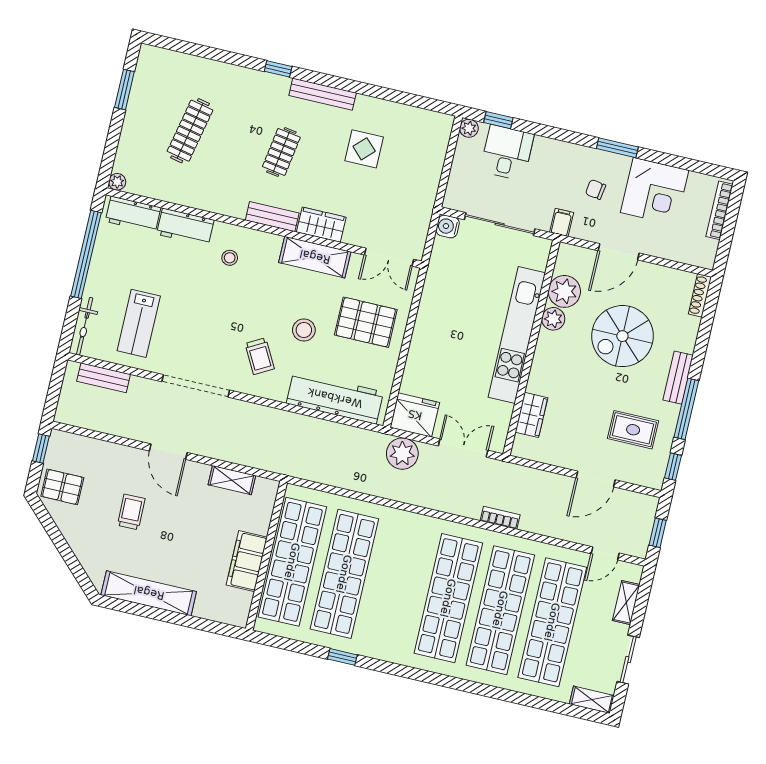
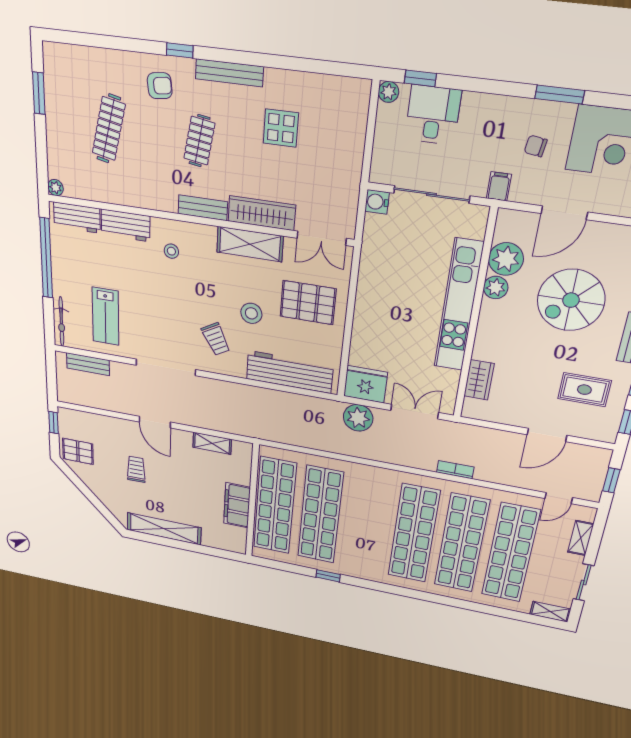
armchair: (252, 97) -> (160, 86), added
wardrobe: (321, 225) -> (262, 213), width x1.50

